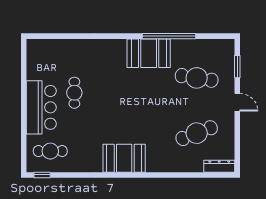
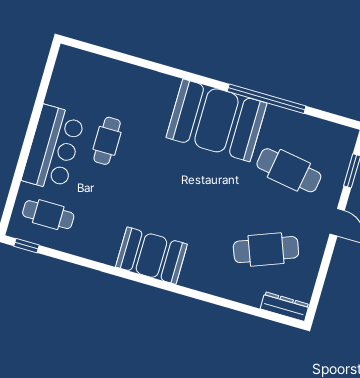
booth: (149, 53) -> (216, 120), width x1.36, depth x1.42

